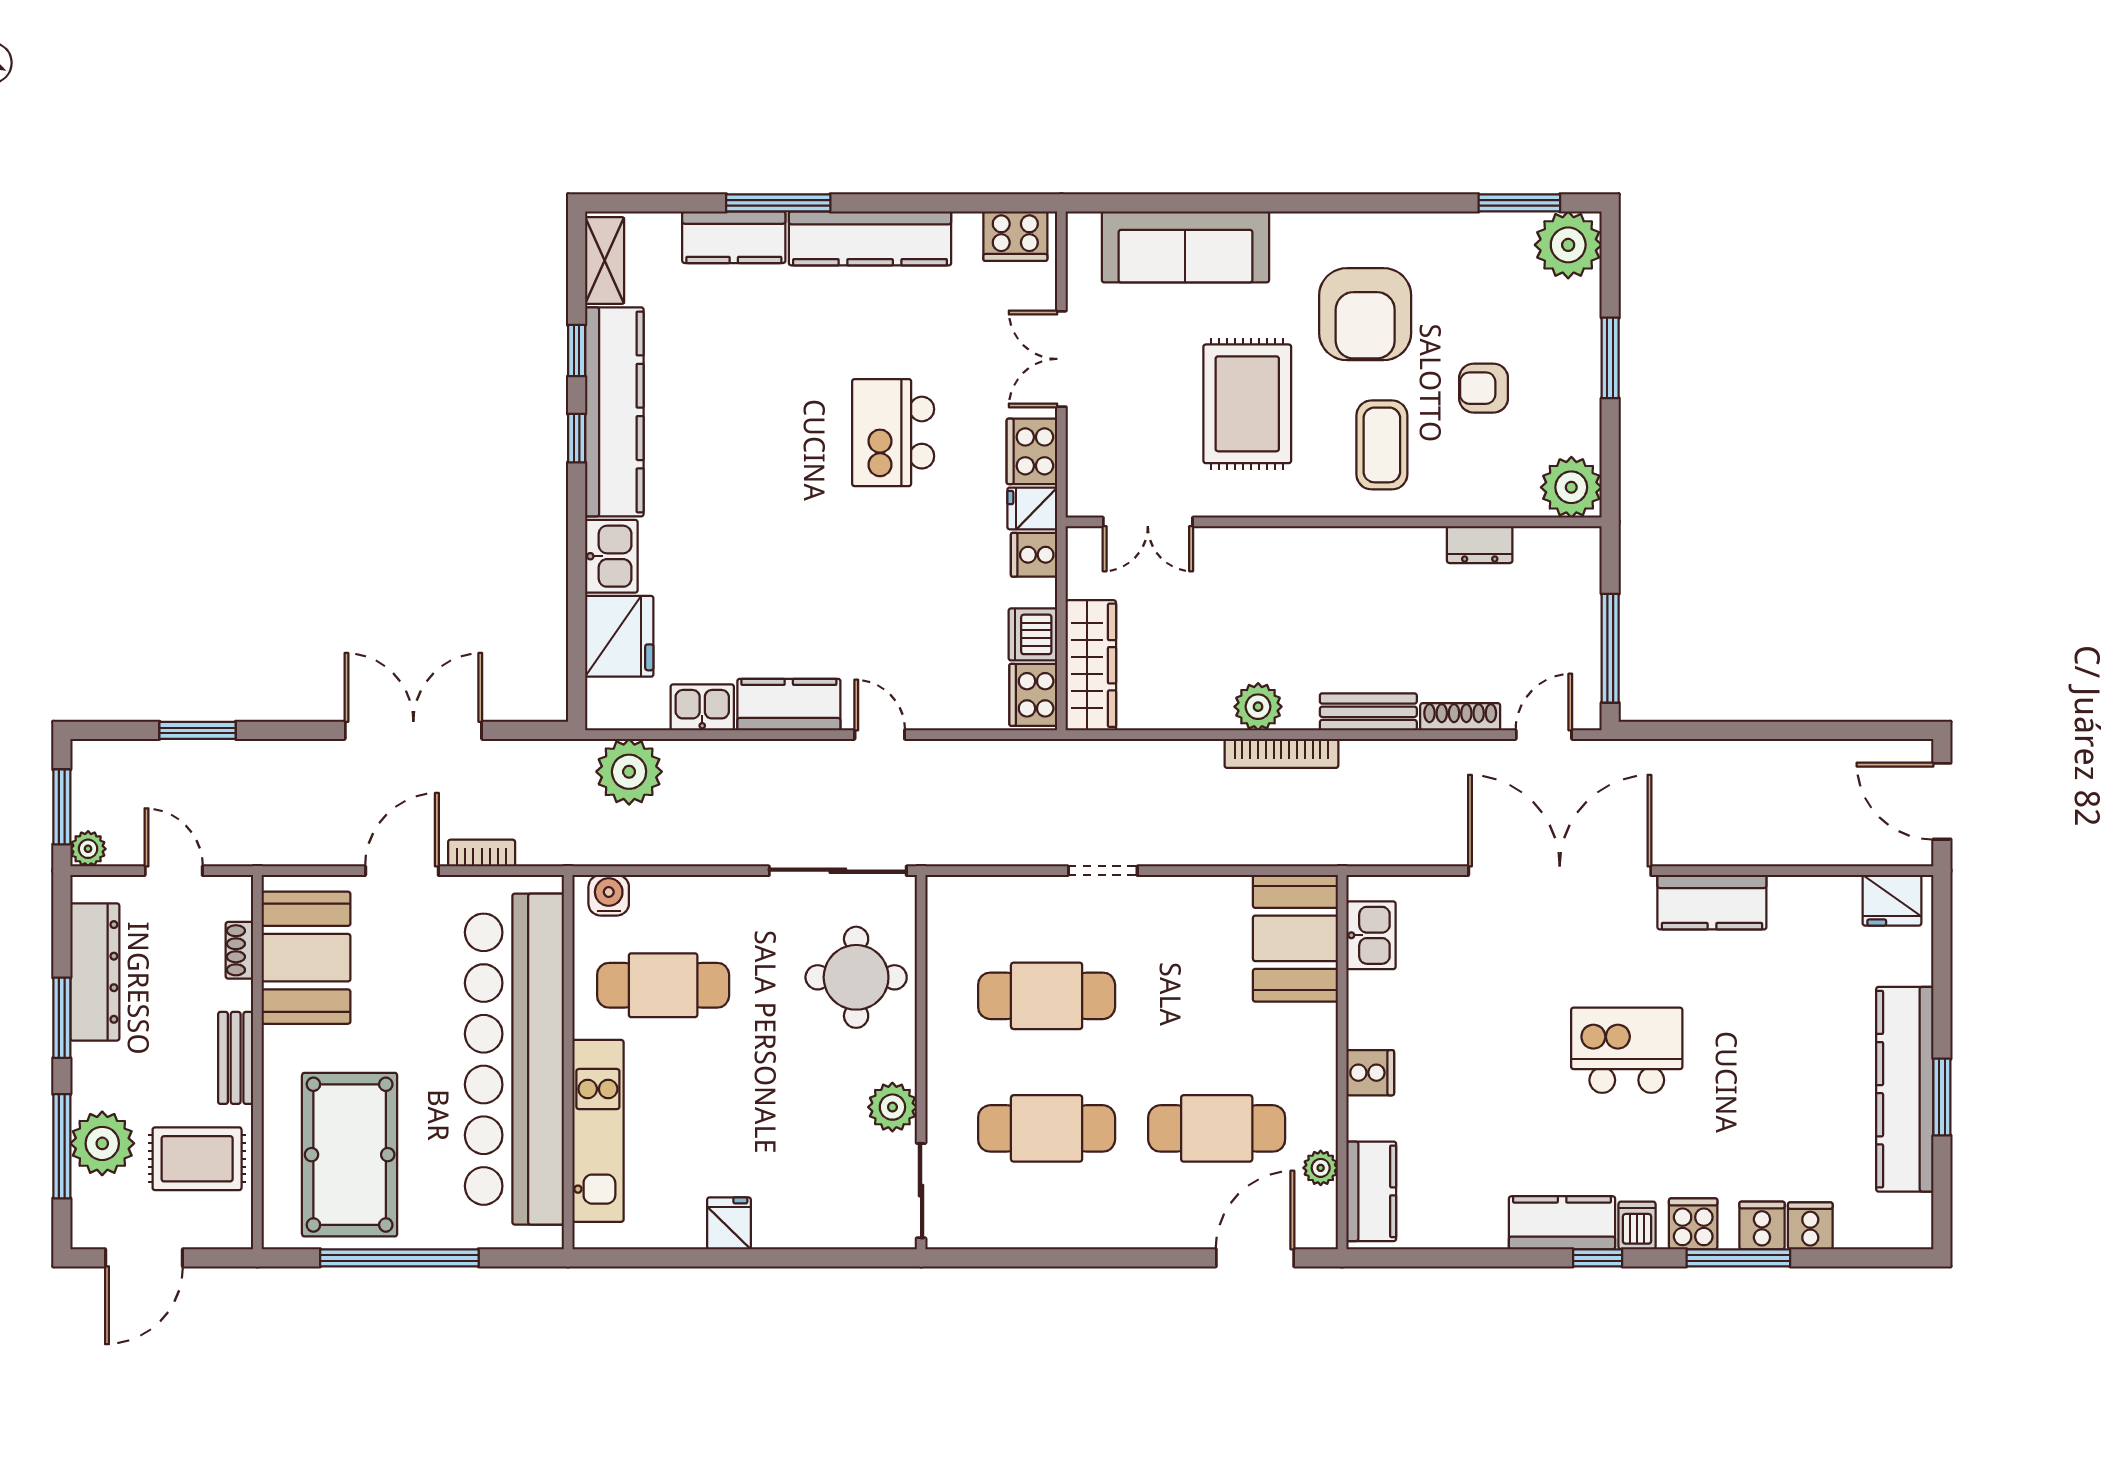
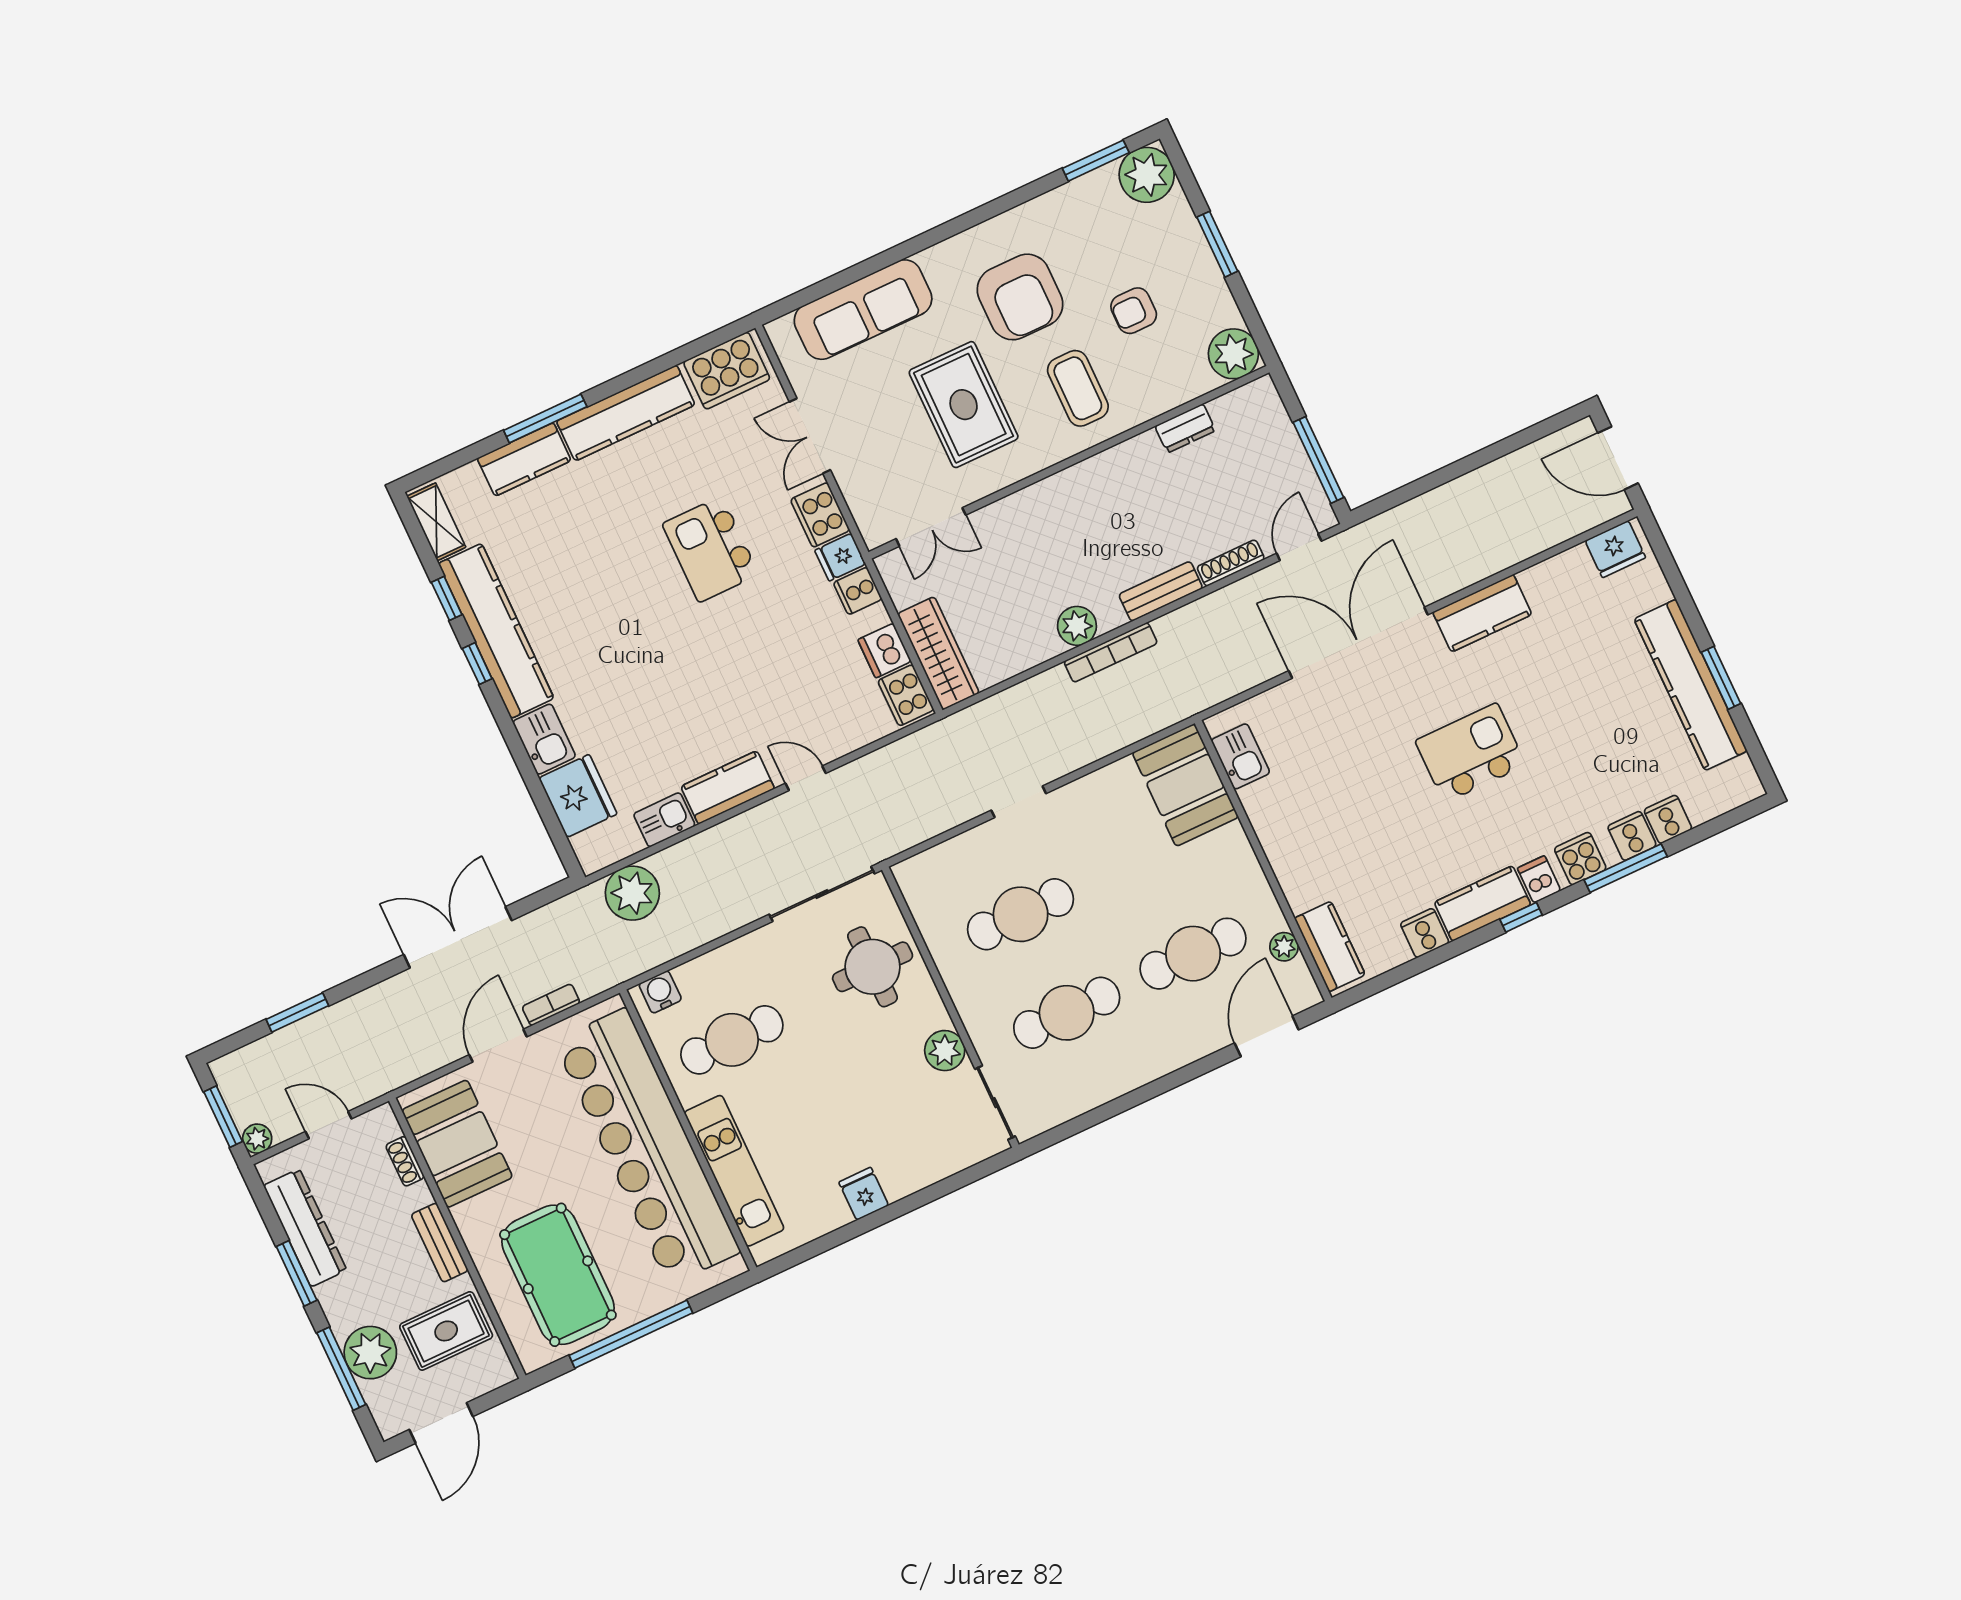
cooker: (1015, 236) -> (727, 371), width x1.37, depth x1.31
cooker: (1370, 1073) -> (1425, 933), moved, turned -90

